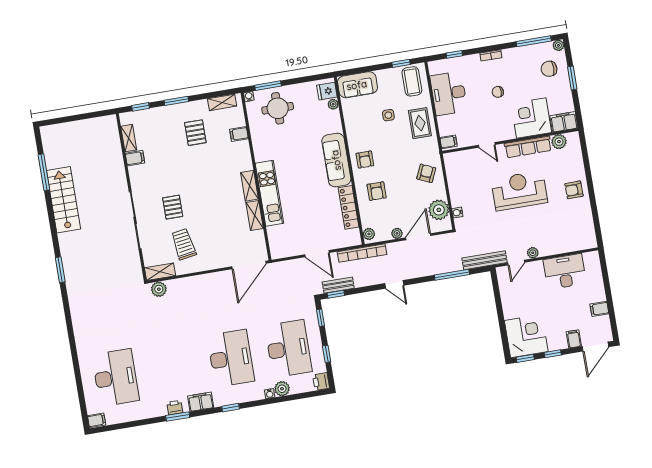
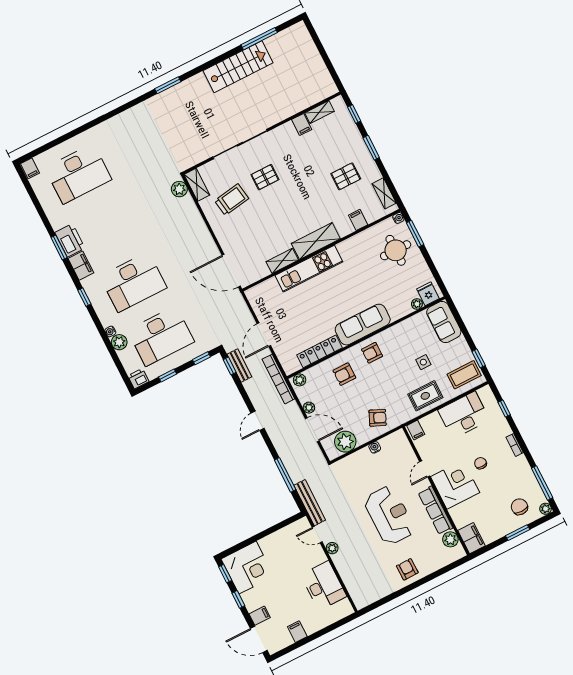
corner desk: (531, 118) -> (455, 485), moved
shelving: (249, 186) -> (316, 241), width x1.50, depth x1.33
water cooler: (457, 213) -> (375, 447), moved
printer: (175, 408) -> (70, 240), width x1.87, depth x1.48

